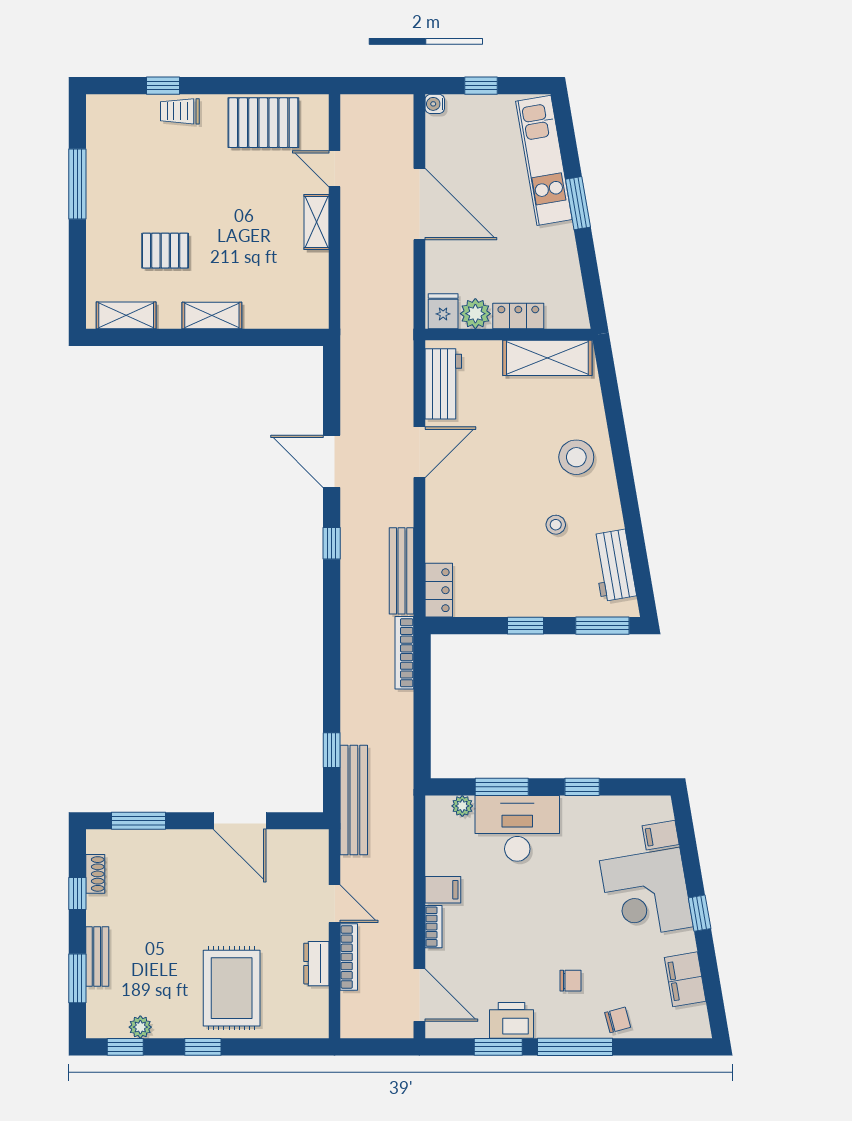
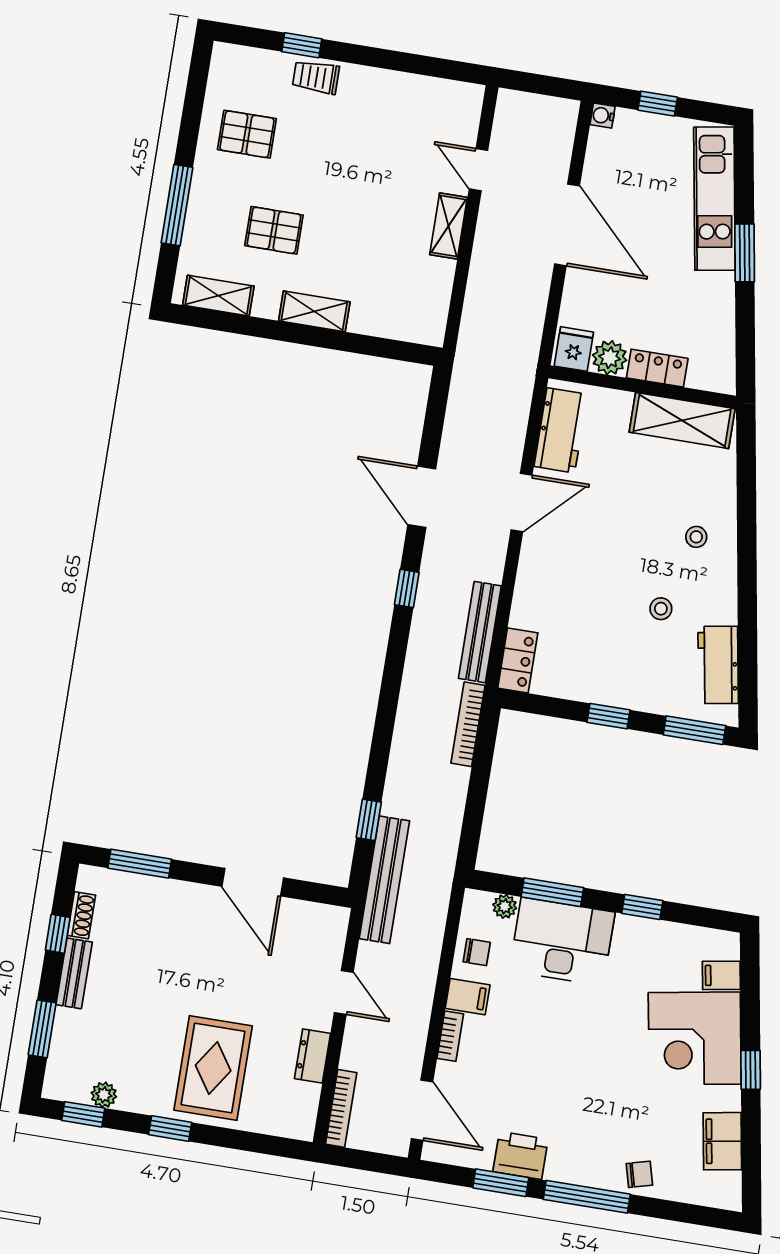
pallet: (263, 123) -> (247, 134), moved, width x0.67, depth x0.71
window: (77, 184) -> (177, 205), moved
stool: (576, 457) -> (696, 537), width x0.53, depth x0.53
bench: (97, 957) -> (74, 973), moved
bookcase: (349, 957) -> (341, 1108), moved
chair: (571, 981) -> (477, 952), moved

